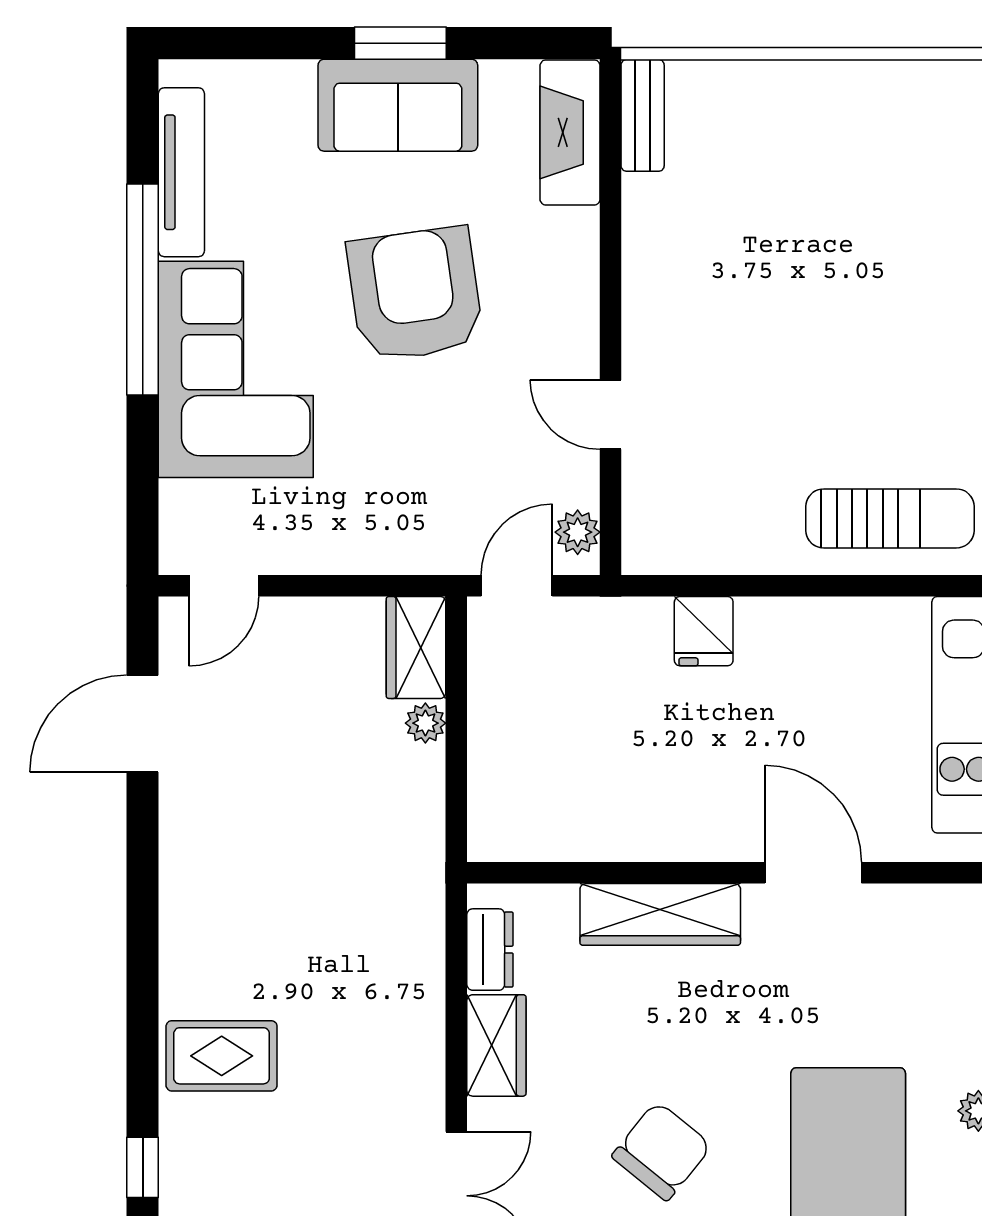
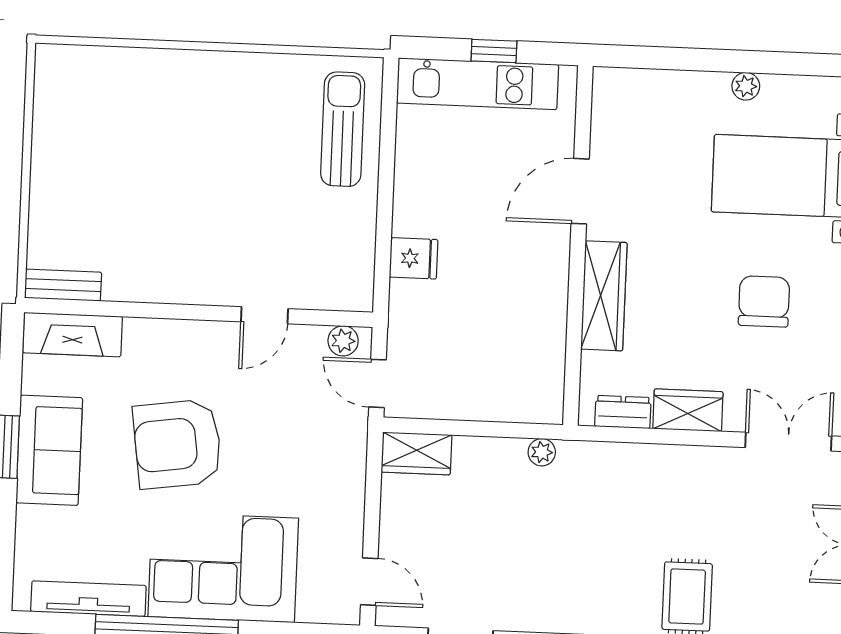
plant: (425, 723) -> (542, 452), moved
chair: (662, 1151) -> (764, 301), turned 51

